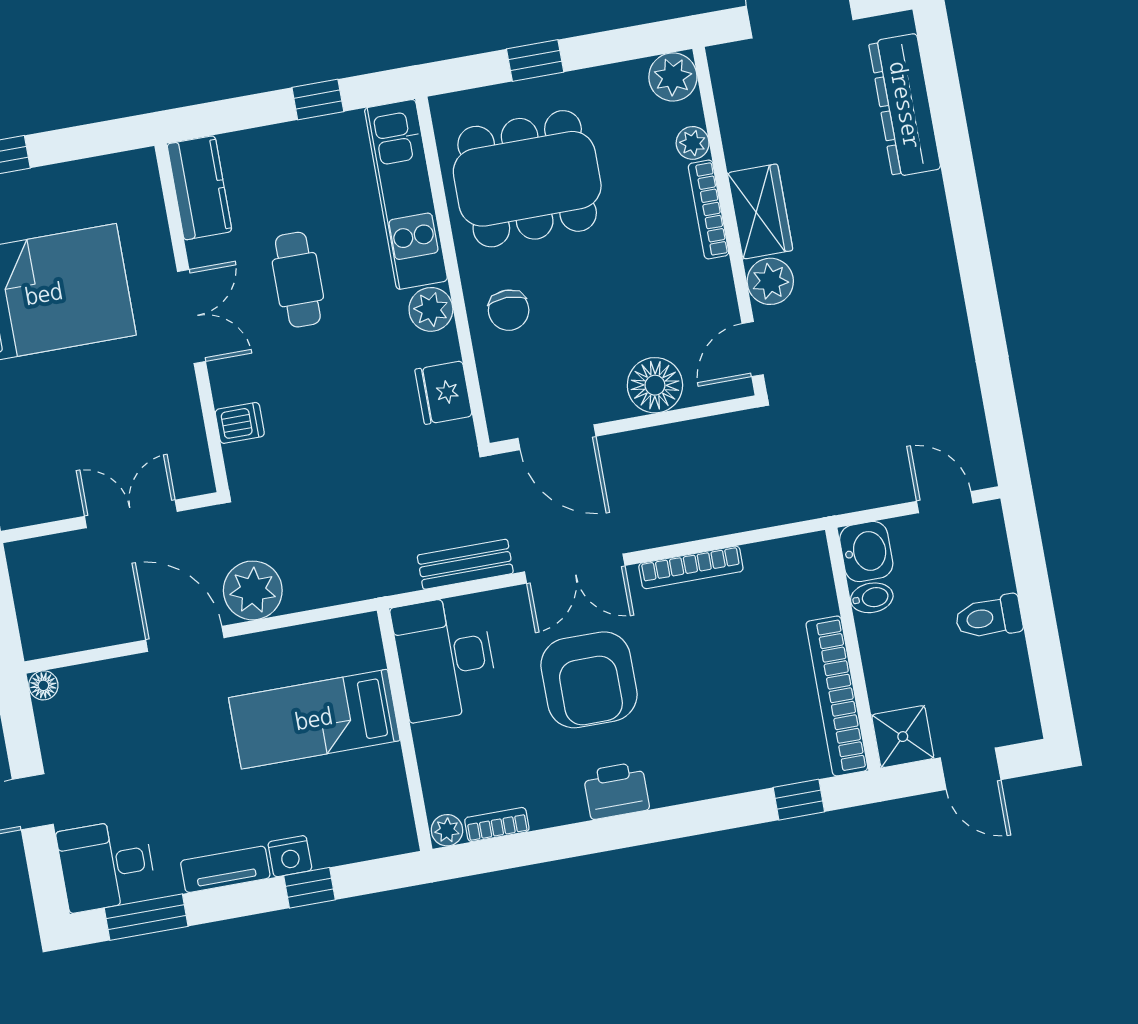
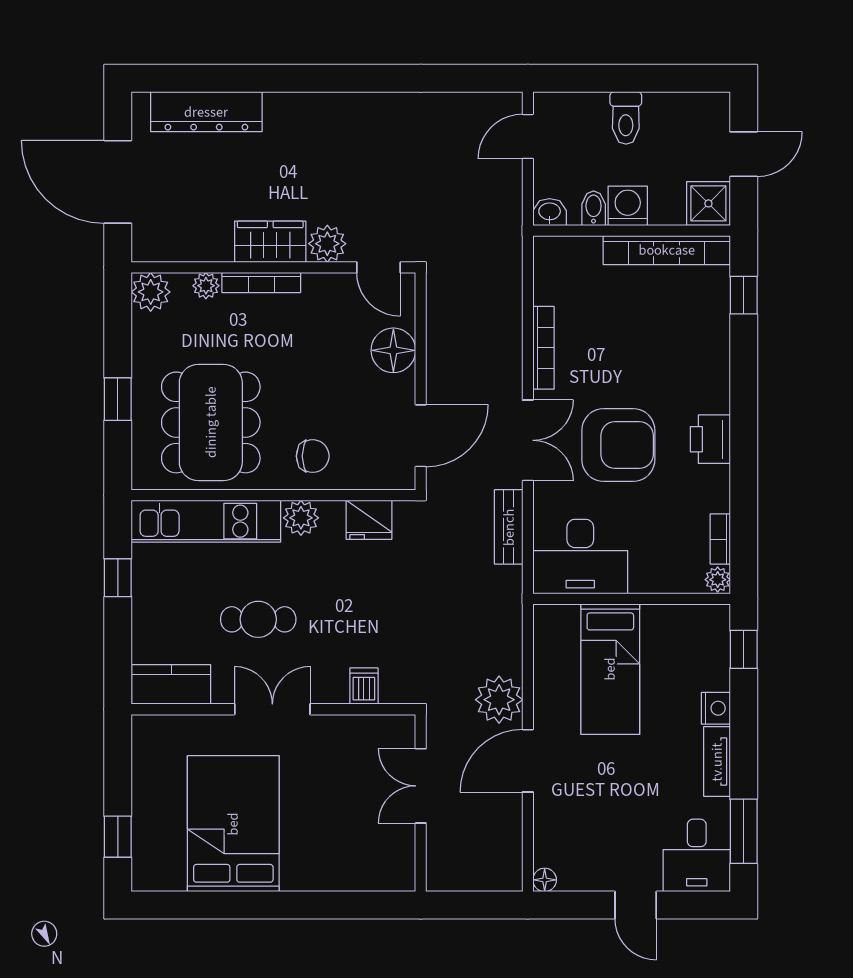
washbasin: (866, 552) -> (550, 212), width x0.72, depth x0.69
washing machine: (882, 639) -> (628, 206), added
window: (310, 888) -> (744, 649), moved

